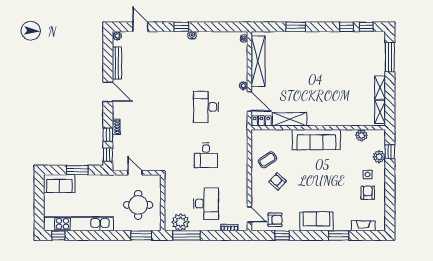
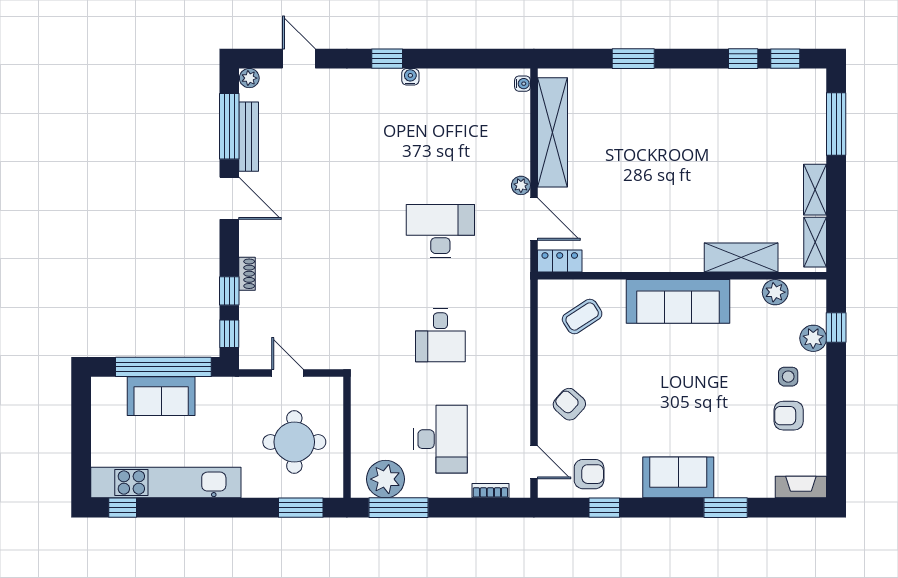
window: (108, 58) -> (229, 126), added
desk: (206, 107) -> (440, 231), turned 90
shelving: (290, 119) -> (741, 258), moved
coffee table: (267, 160) -> (582, 317), moved
window: (77, 170) -> (163, 367), width x2.11
armchair: (277, 181) -> (569, 404), moved
sofa: (59, 184) -> (161, 396), moved
armchair: (368, 193) -> (789, 416), turned -90
fireplace: (363, 226) -> (801, 487), moved

